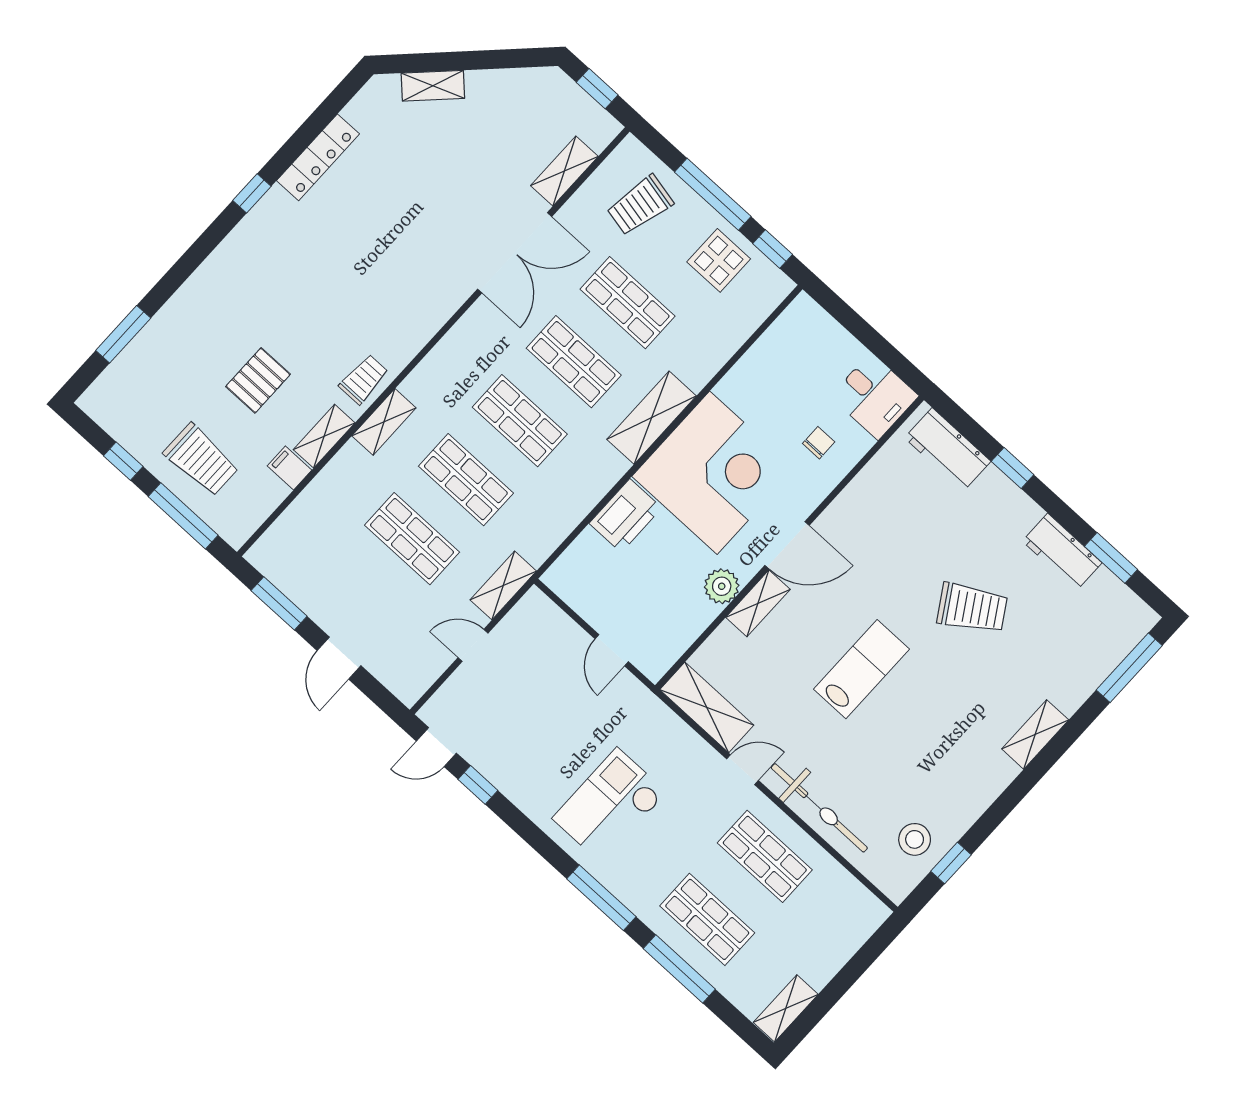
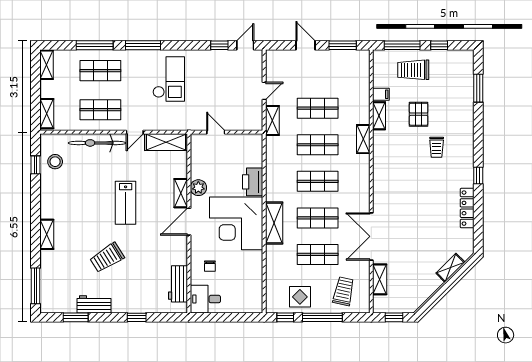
trolley: (364, 379) -> (437, 147), moved
workbench: (948, 450) -> (178, 284), moved, turned -90
shelving: (857, 929) -> (47, 114), added

